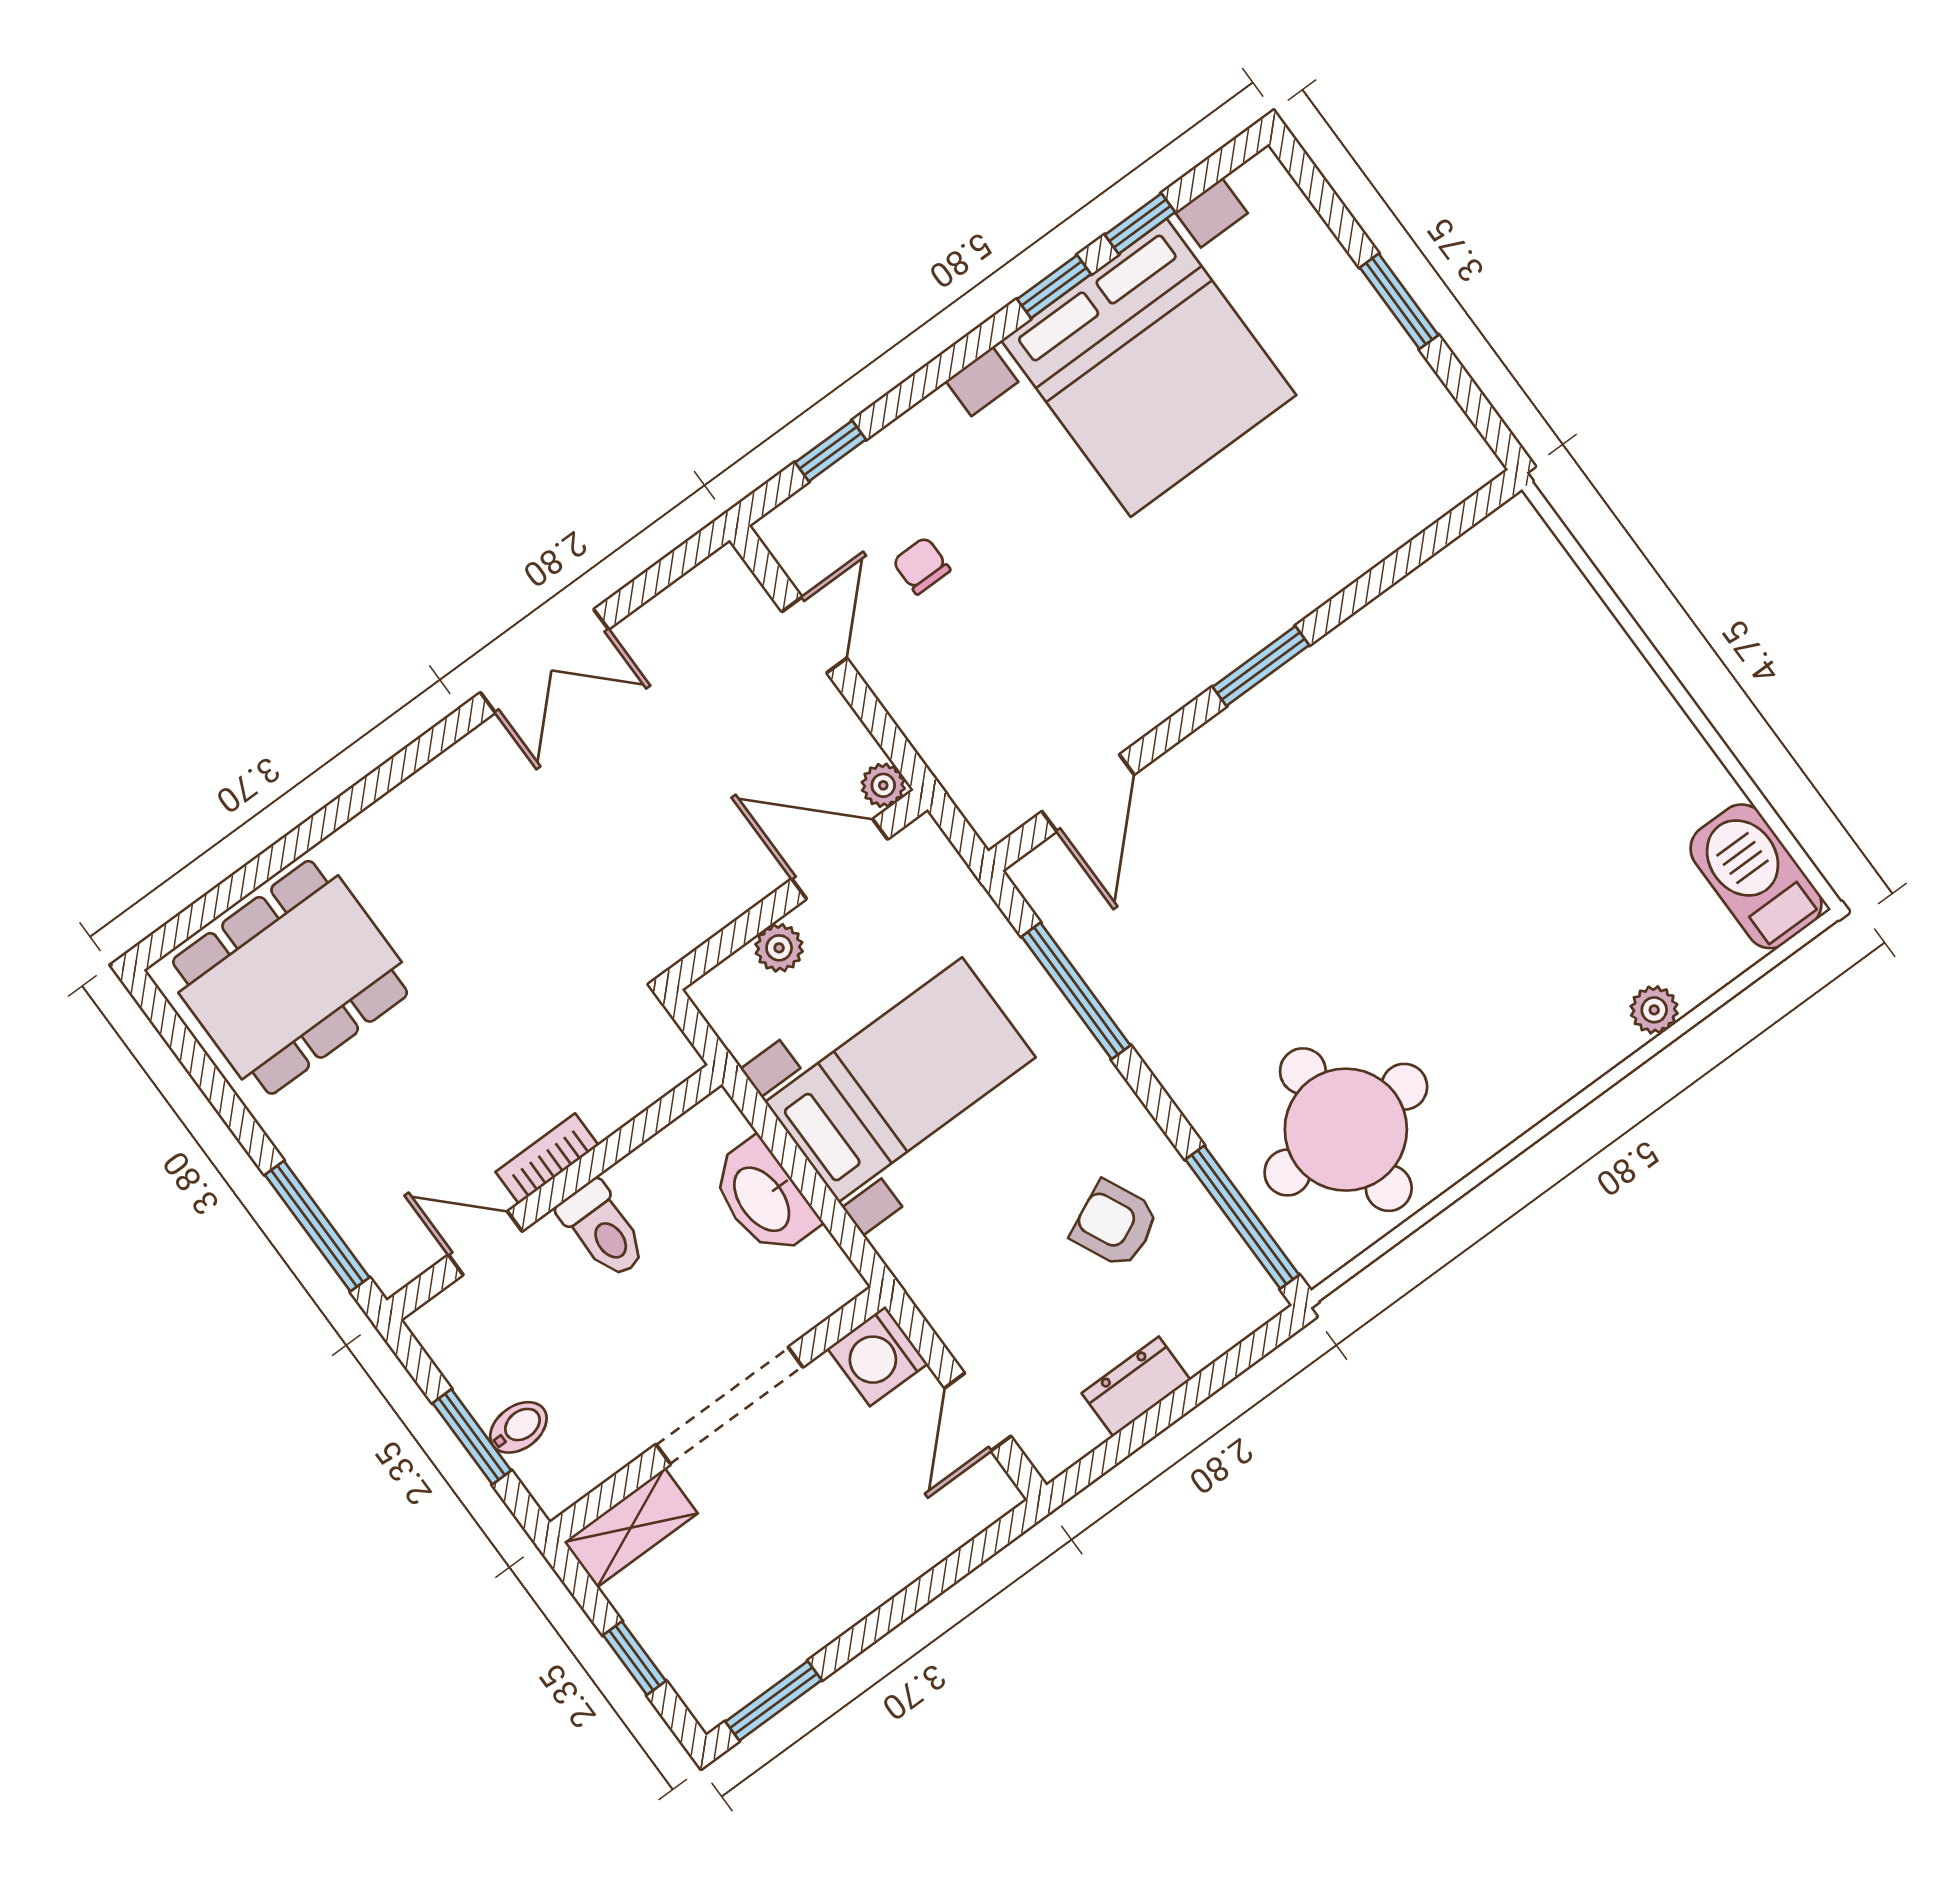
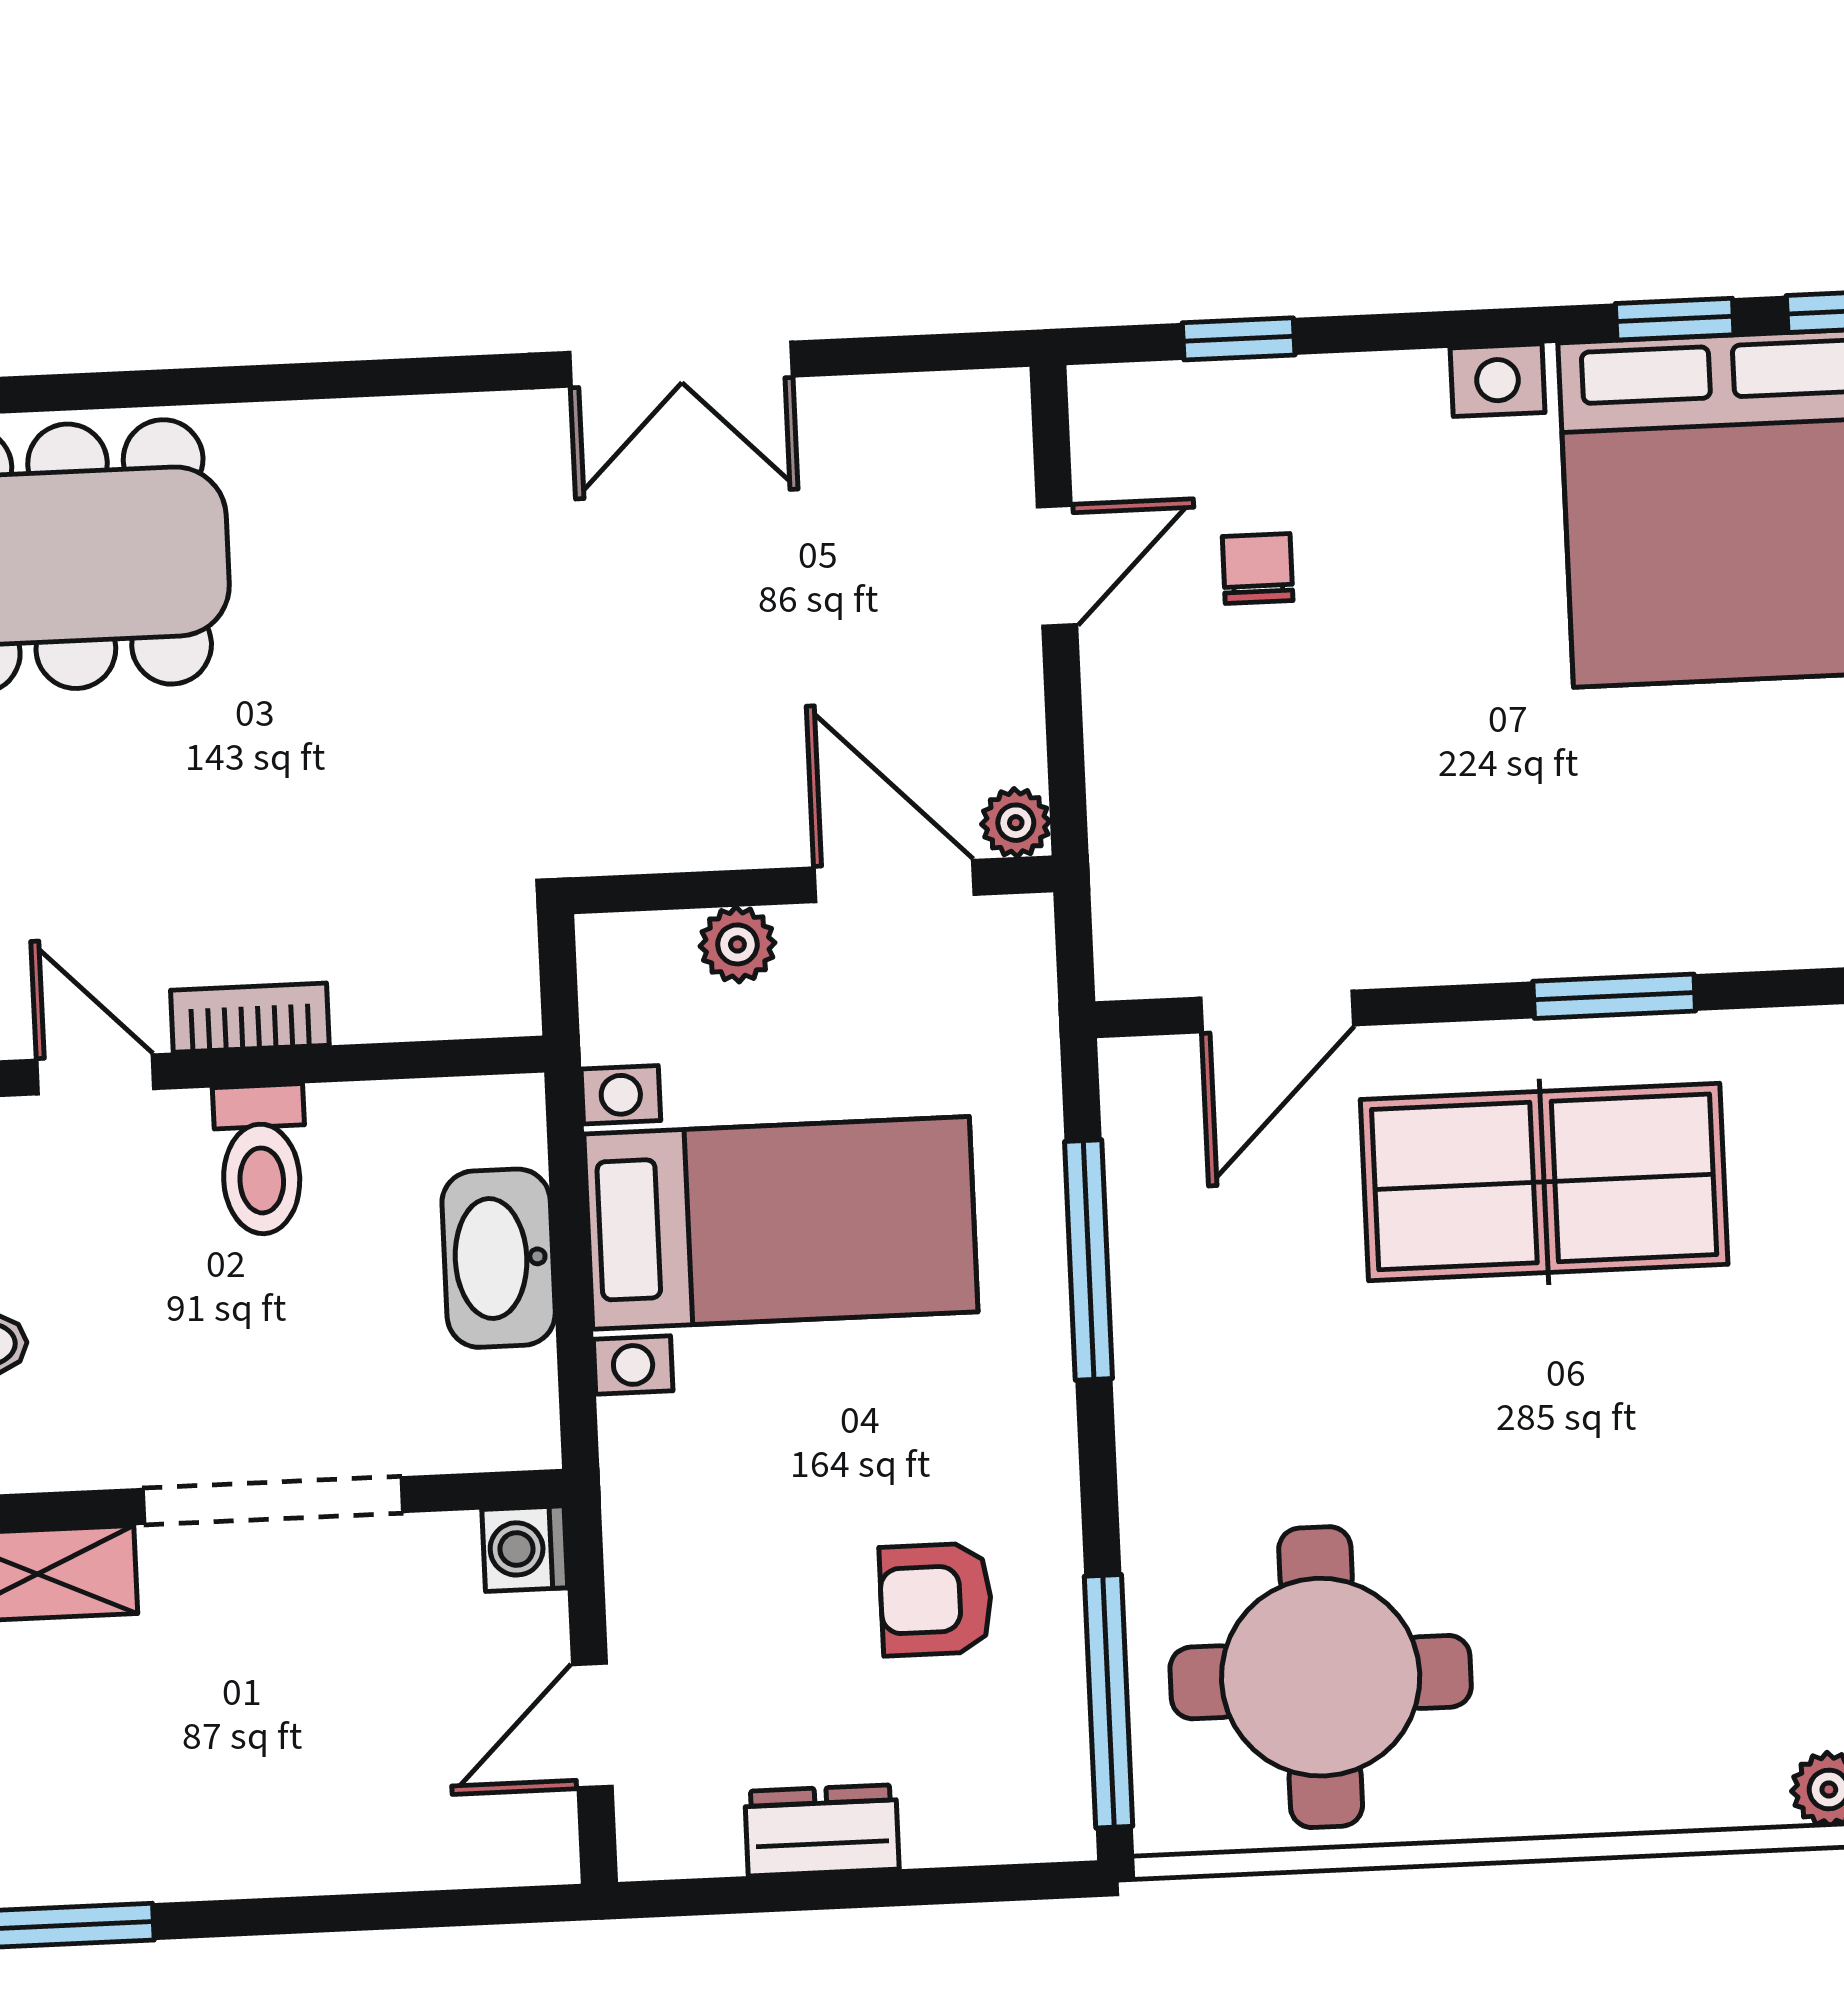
table tennis table: (1289, 789) -> (1544, 1182), added
armchair: (1115, 1224) -> (936, 1599), turned -65
washing machine: (877, 1356) -> (525, 1549), width x0.73, depth x0.73

